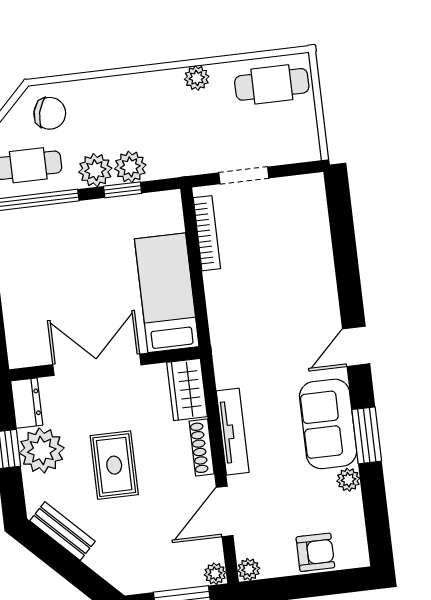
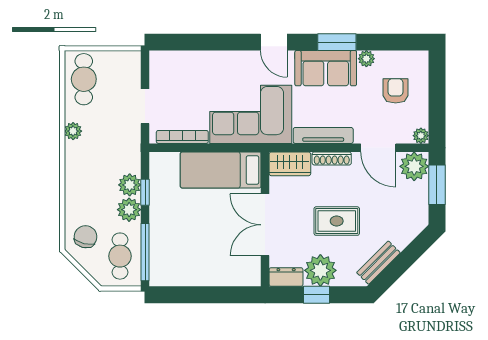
corner sofa: (250, 326) -> (251, 114), added
armchair: (315, 552) -> (396, 91), moved
plant: (215, 574) -> (414, 166), width x1.88, depth x1.88

